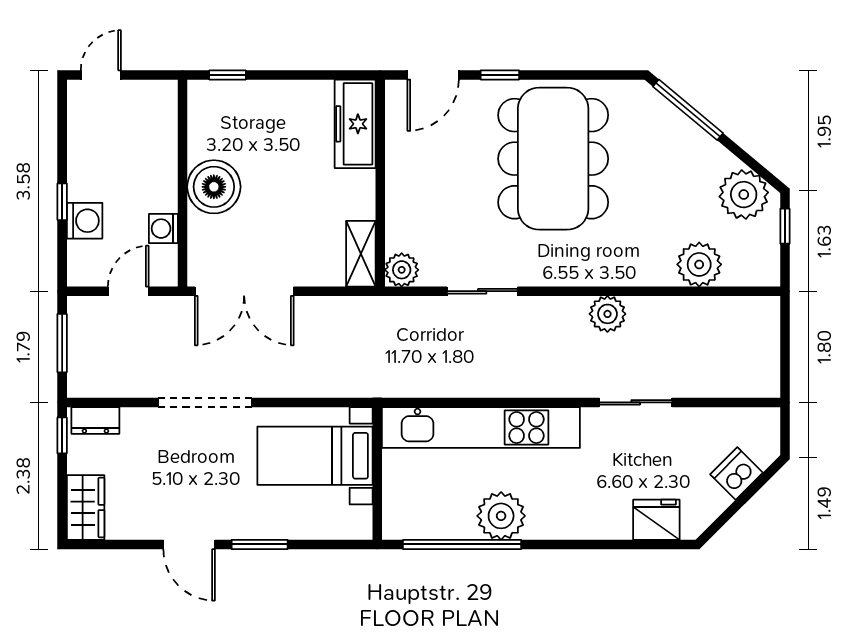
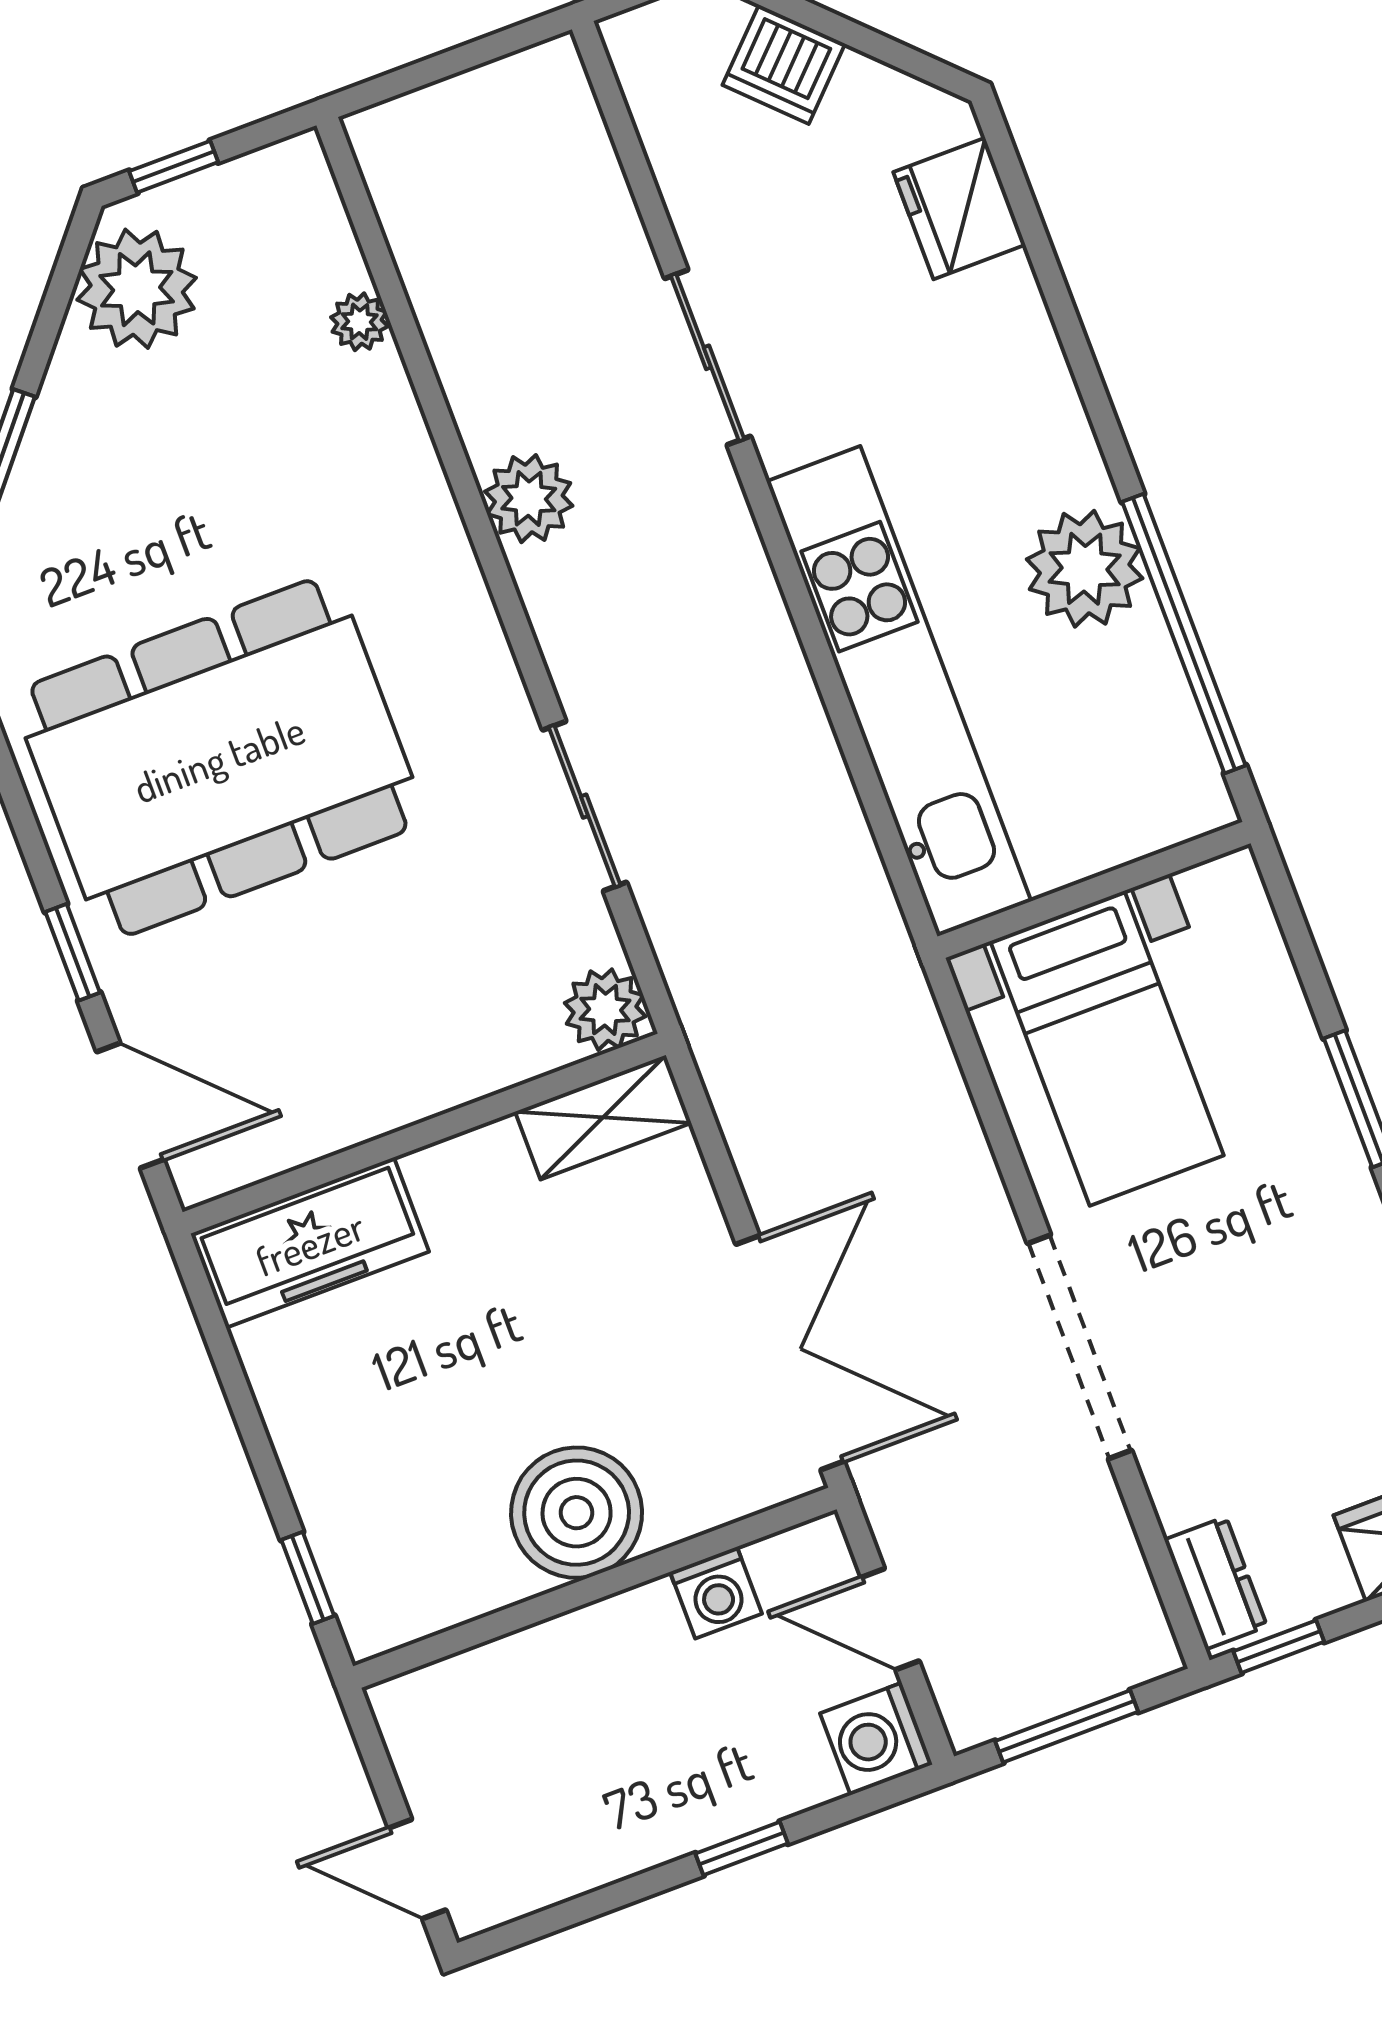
washing machine: (85, 221) -> (876, 1739), moved, turned -90
plant: (699, 264) -> (360, 322), width x0.53, depth x0.53

